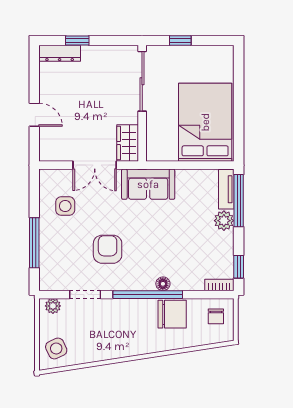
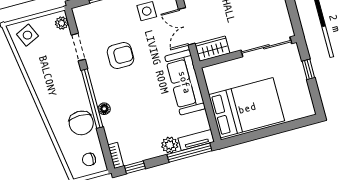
sofa: (148, 184) -> (185, 82), width x1.36

